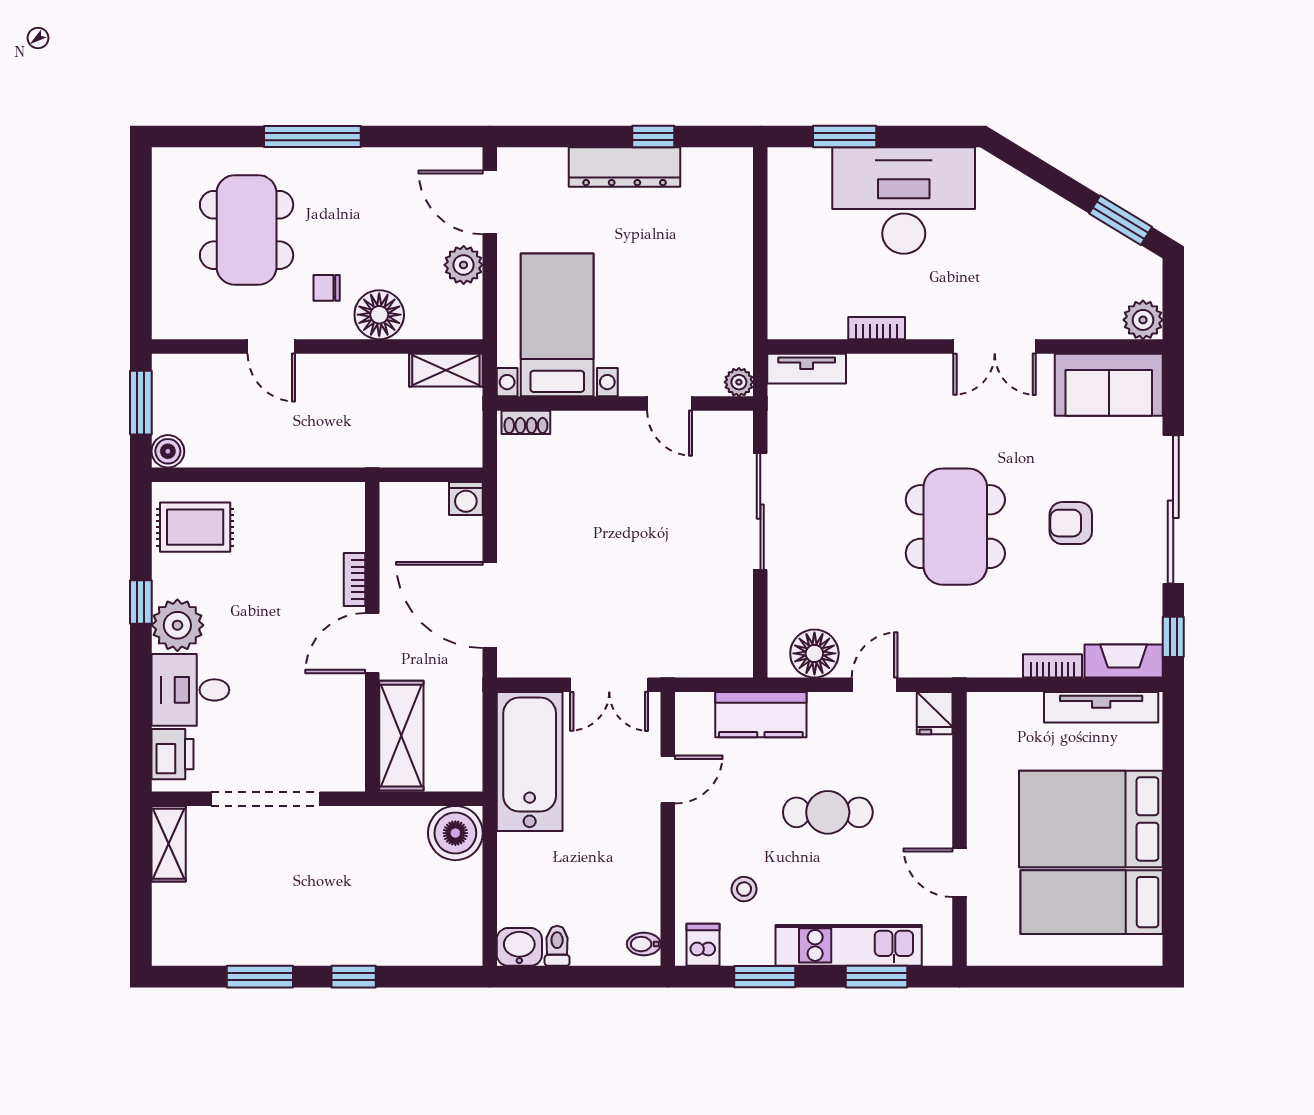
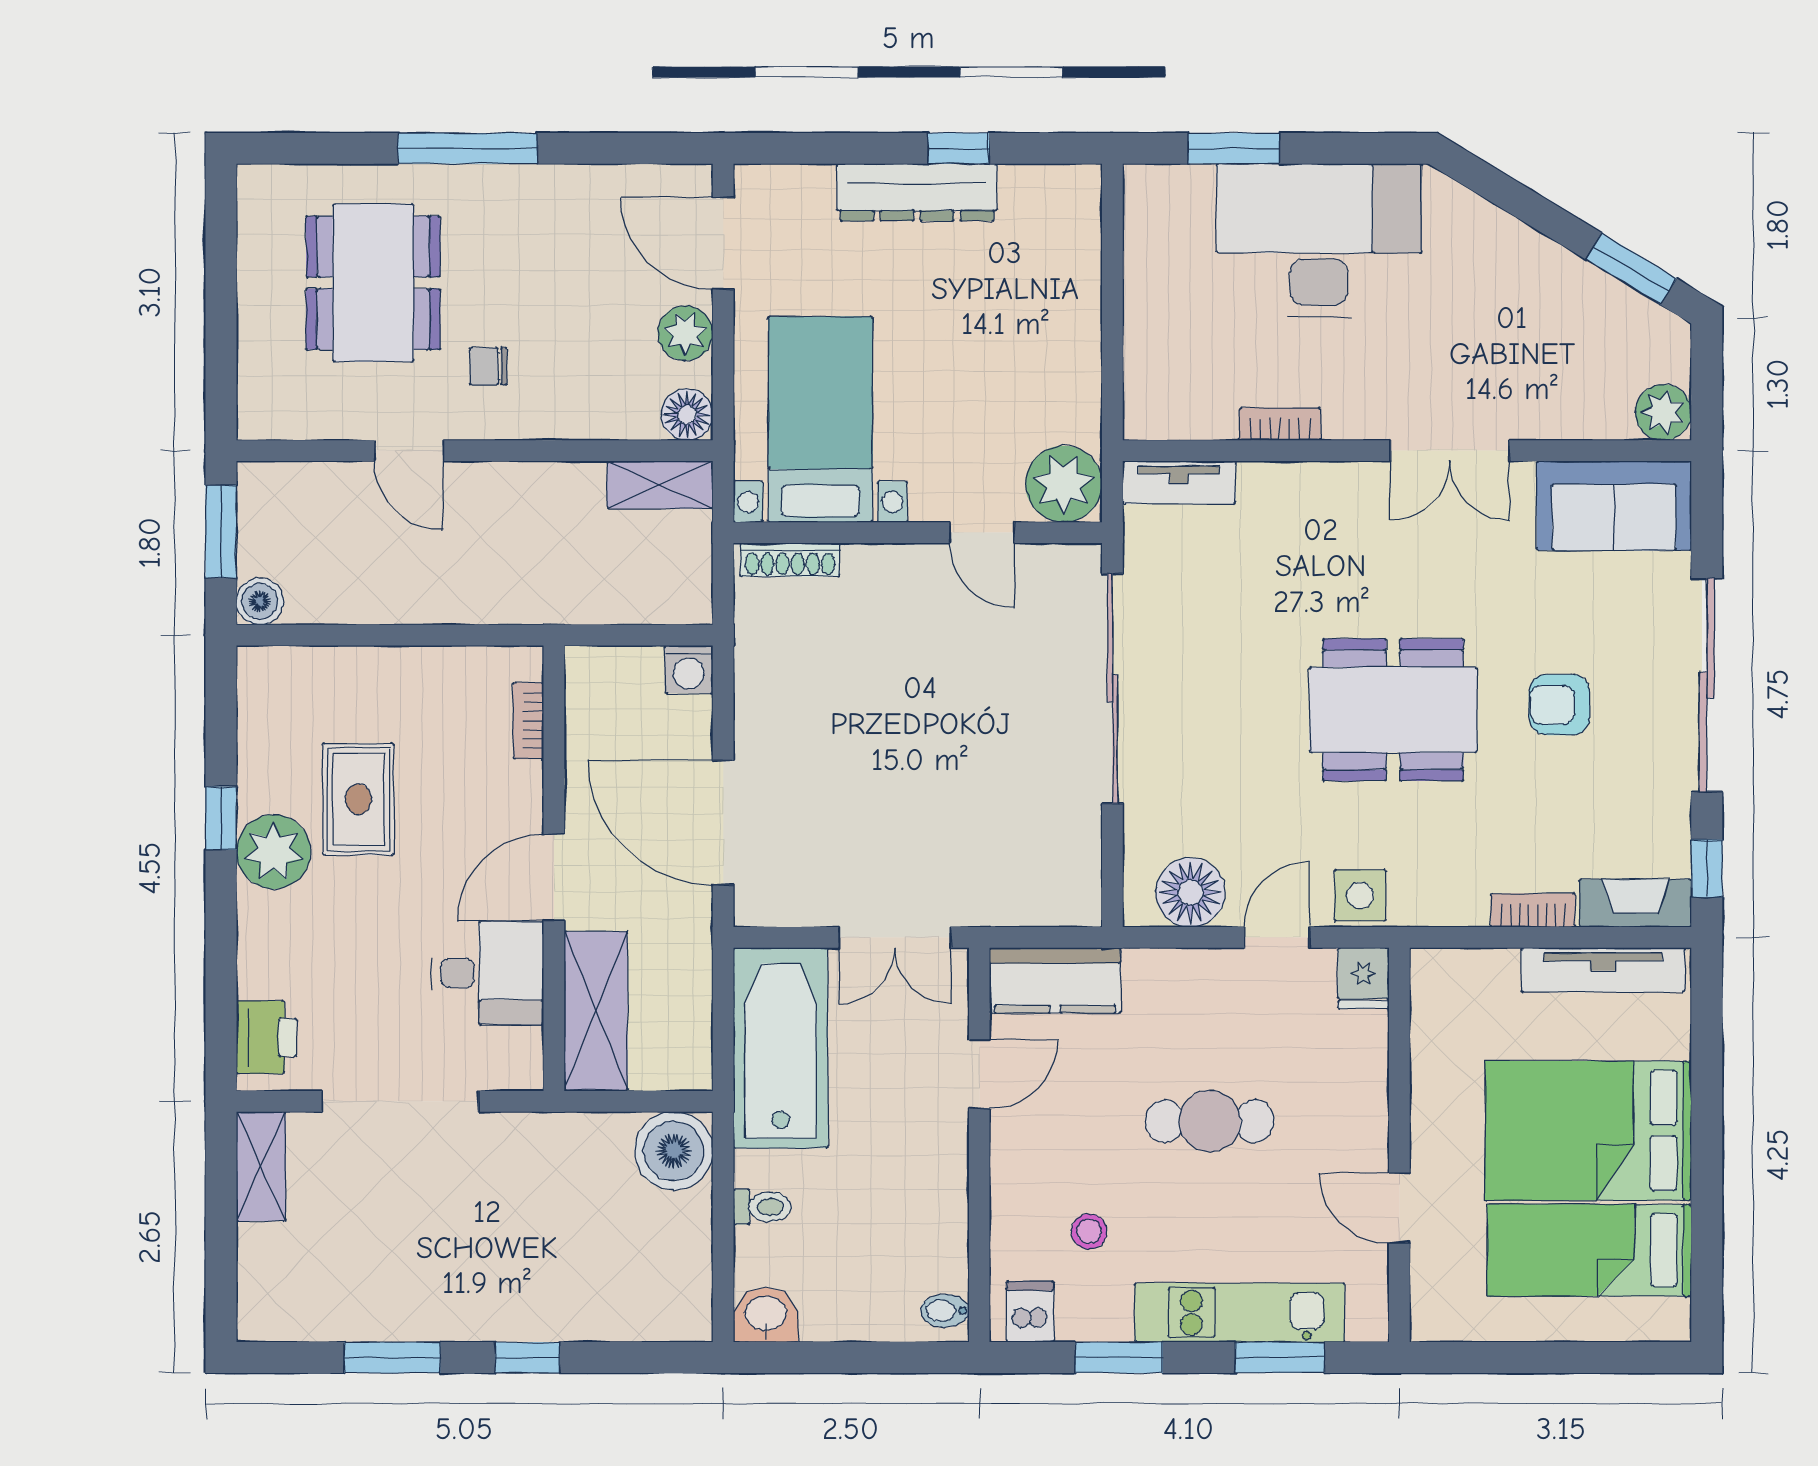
floor lamp: (379, 315) -> (687, 415), moved, width x0.73, depth x0.73
plant: (739, 382) -> (1064, 484), width x1.87, depth x1.87
shoe rack: (526, 422) -> (790, 560), width x1.43
sliding door: (760, 512) -> (1112, 688), width x1.36
rug: (195, 527) -> (358, 799), moved, turned 90
dining table: (955, 527) -> (1393, 710), turned 90
bookcase: (354, 580) -> (528, 721), moved
side table: (932, 655) -> (1360, 895), added
desk: (190, 690) -> (488, 973), moved, turned 180
kitchen counter: (761, 715) -> (1055, 980), moved
toilet: (557, 946) -> (762, 1207), moved, turned 90

